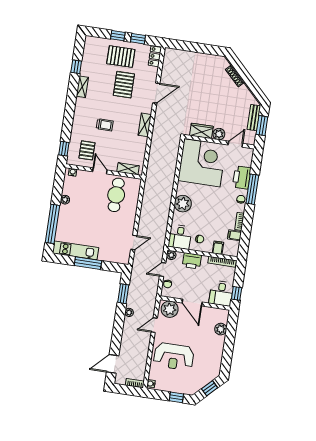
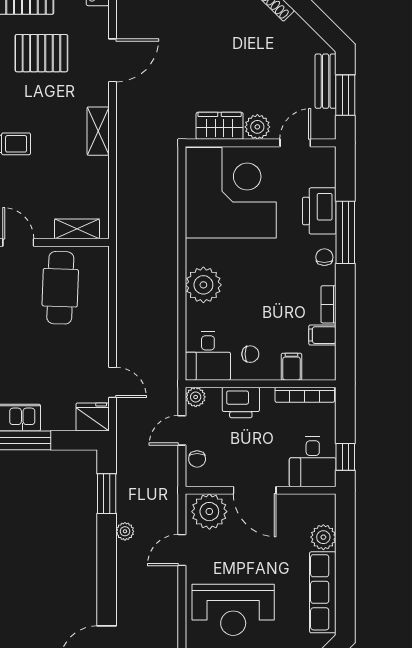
pallet: (124, 85) -> (41, 53), turned 90
door: (134, 242) -> (112, 382), hinge flipped
fridge: (122, 257) -> (93, 417), added
row of seats: (217, 355) -> (323, 592), added

